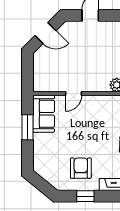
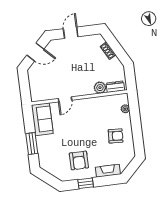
window: (27, 127) -> (32, 143), moved
armchair: (81, 168) -> (79, 160), turned 180

